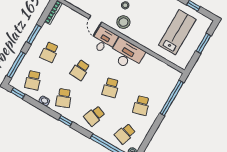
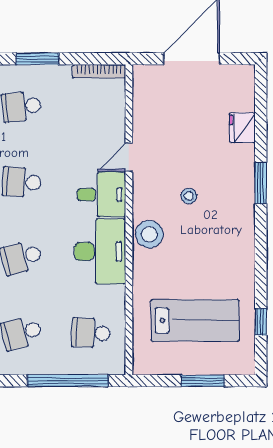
stool: (123, 22) -> (149, 234), moved
school desk: (158, 77) -> (91, 333), added

